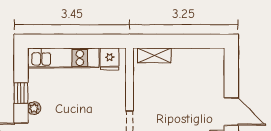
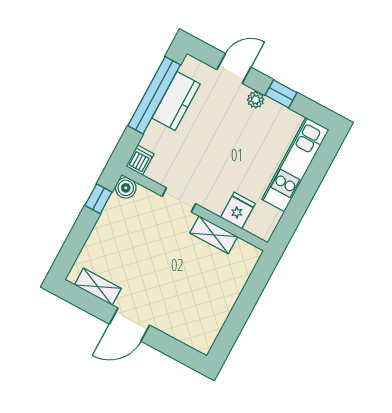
shelving: (154, 55) -> (214, 235), moved, turned 90
fridge: (110, 59) -> (238, 210), moved, turned 90

